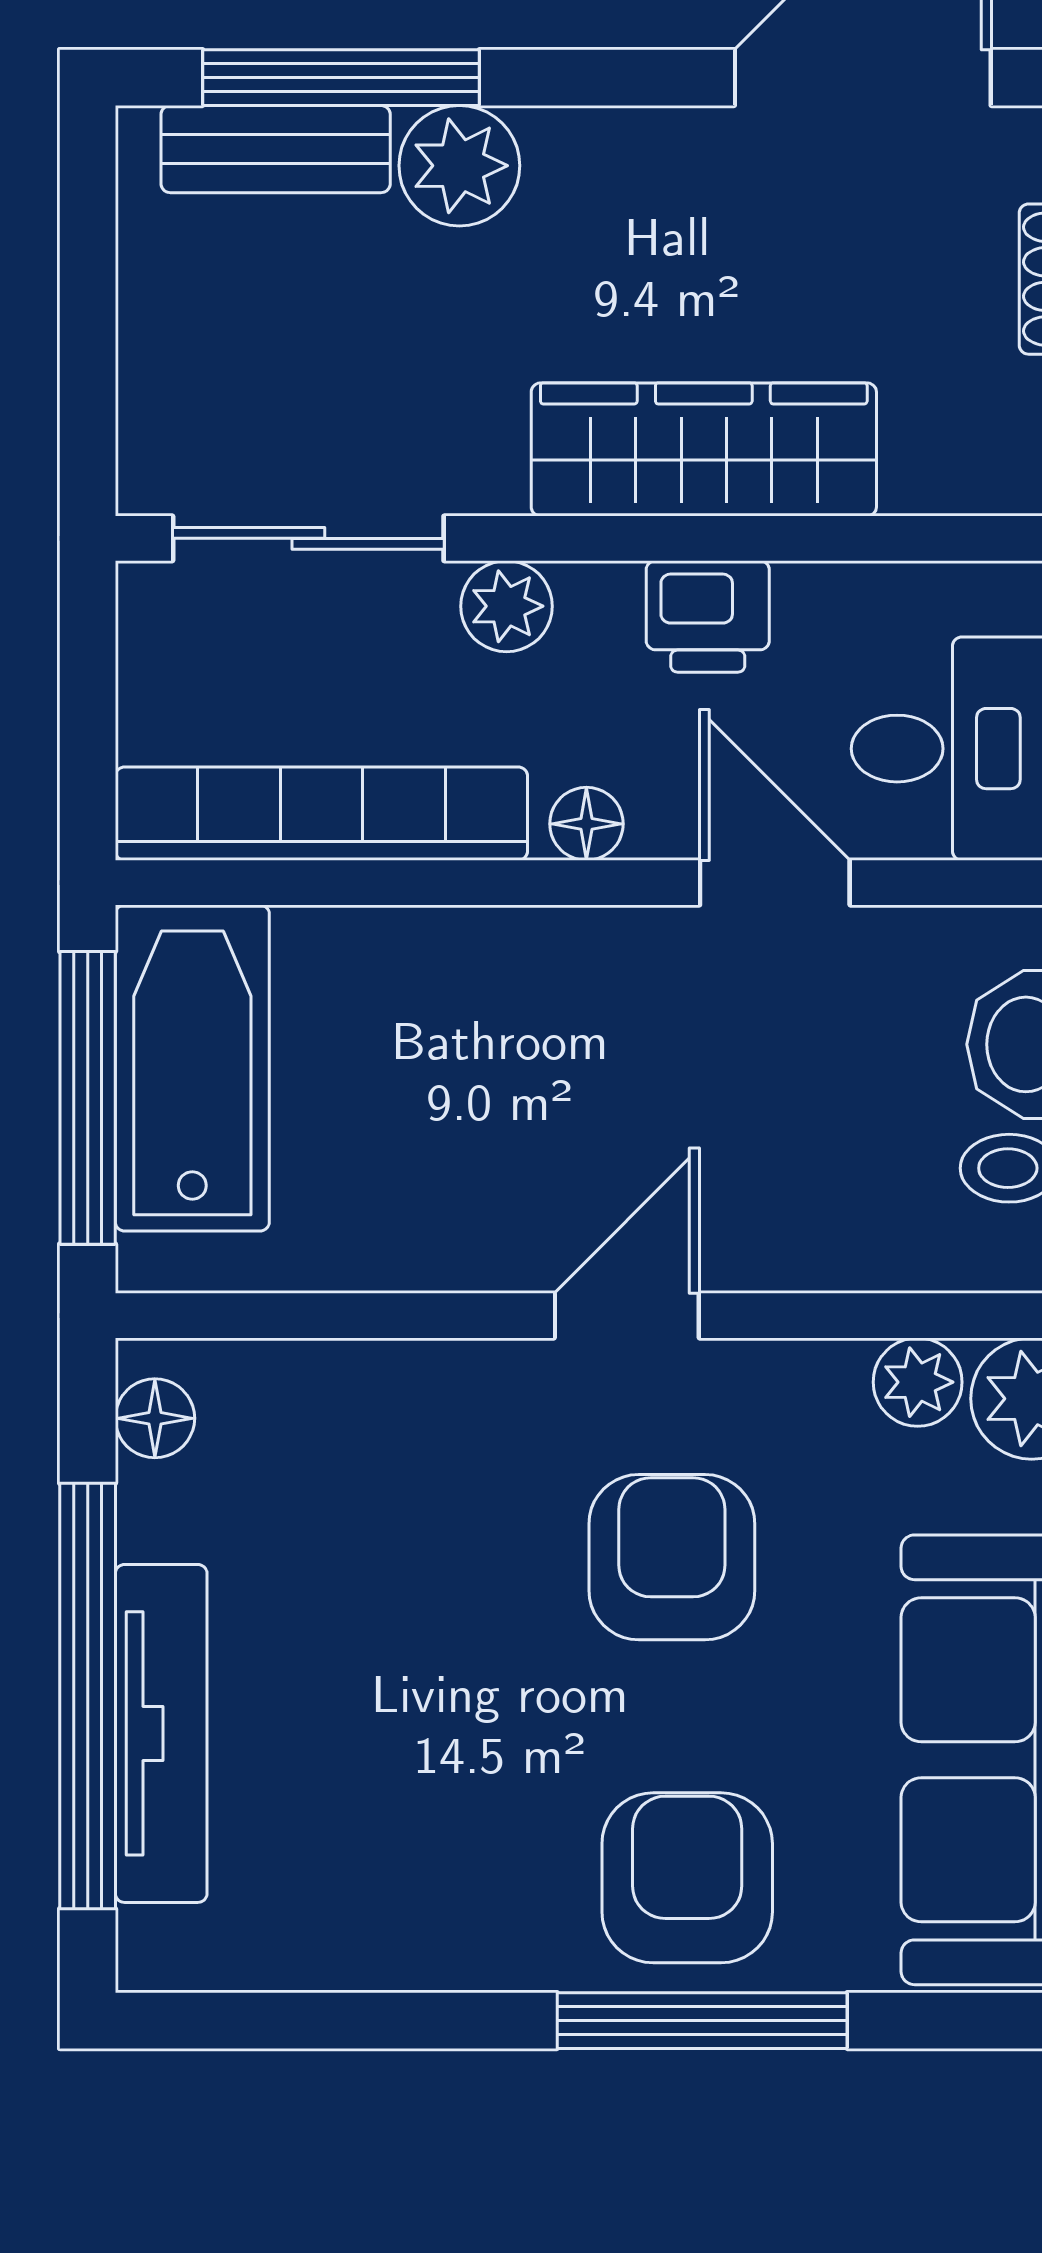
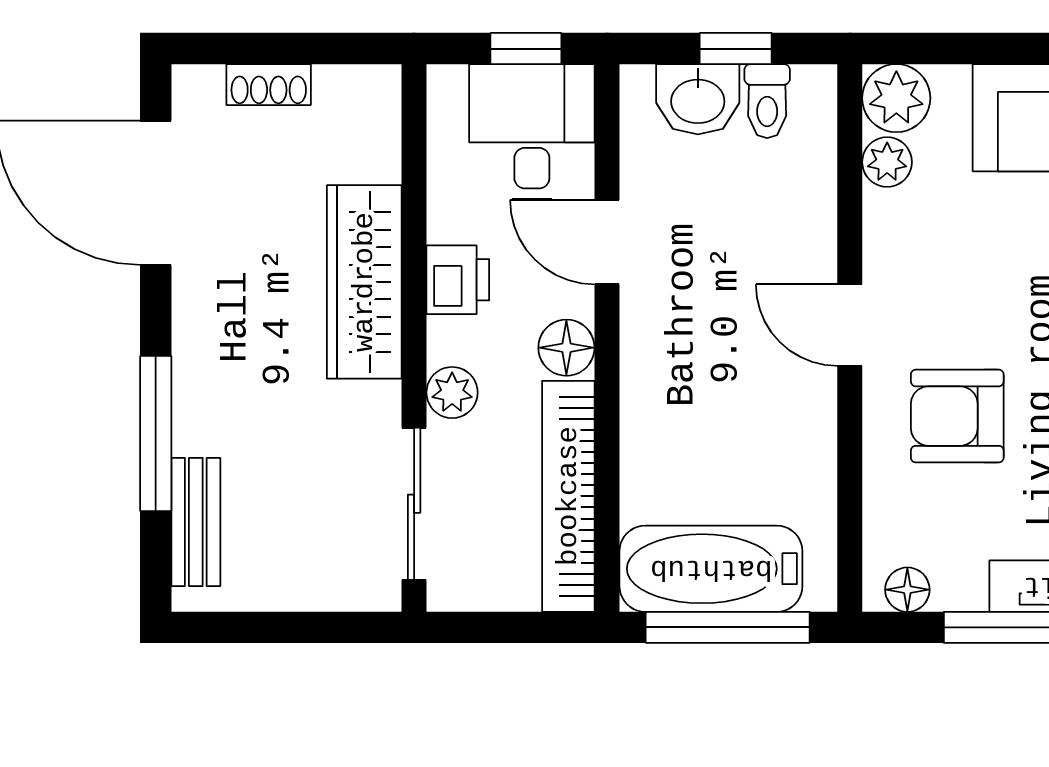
window: (341, 78) -> (156, 434), moved
plant: (459, 166) -> (205, 419), removed
floor lamp: (586, 824) -> (566, 348), width x1.37, depth x1.37
door: (775, 883) -> (607, 242), hinge flipped
armchair: (672, 1557) -> (957, 416), moved

